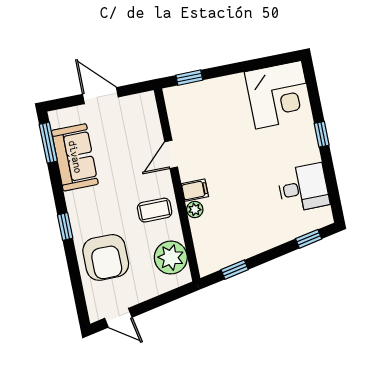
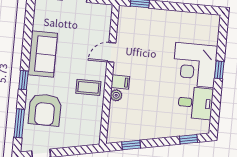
corner desk: (279, 95) -> (195, 65), moved, turned 90
window: (48, 143) -> (19, 123), moved
sofa: (75, 157) -> (43, 54), moved
plant: (171, 257) -> (90, 123), removed

